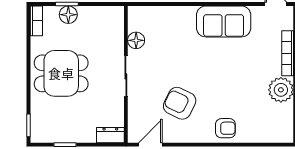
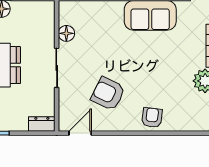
armchair: (225, 128) -> (152, 118), turned -83

